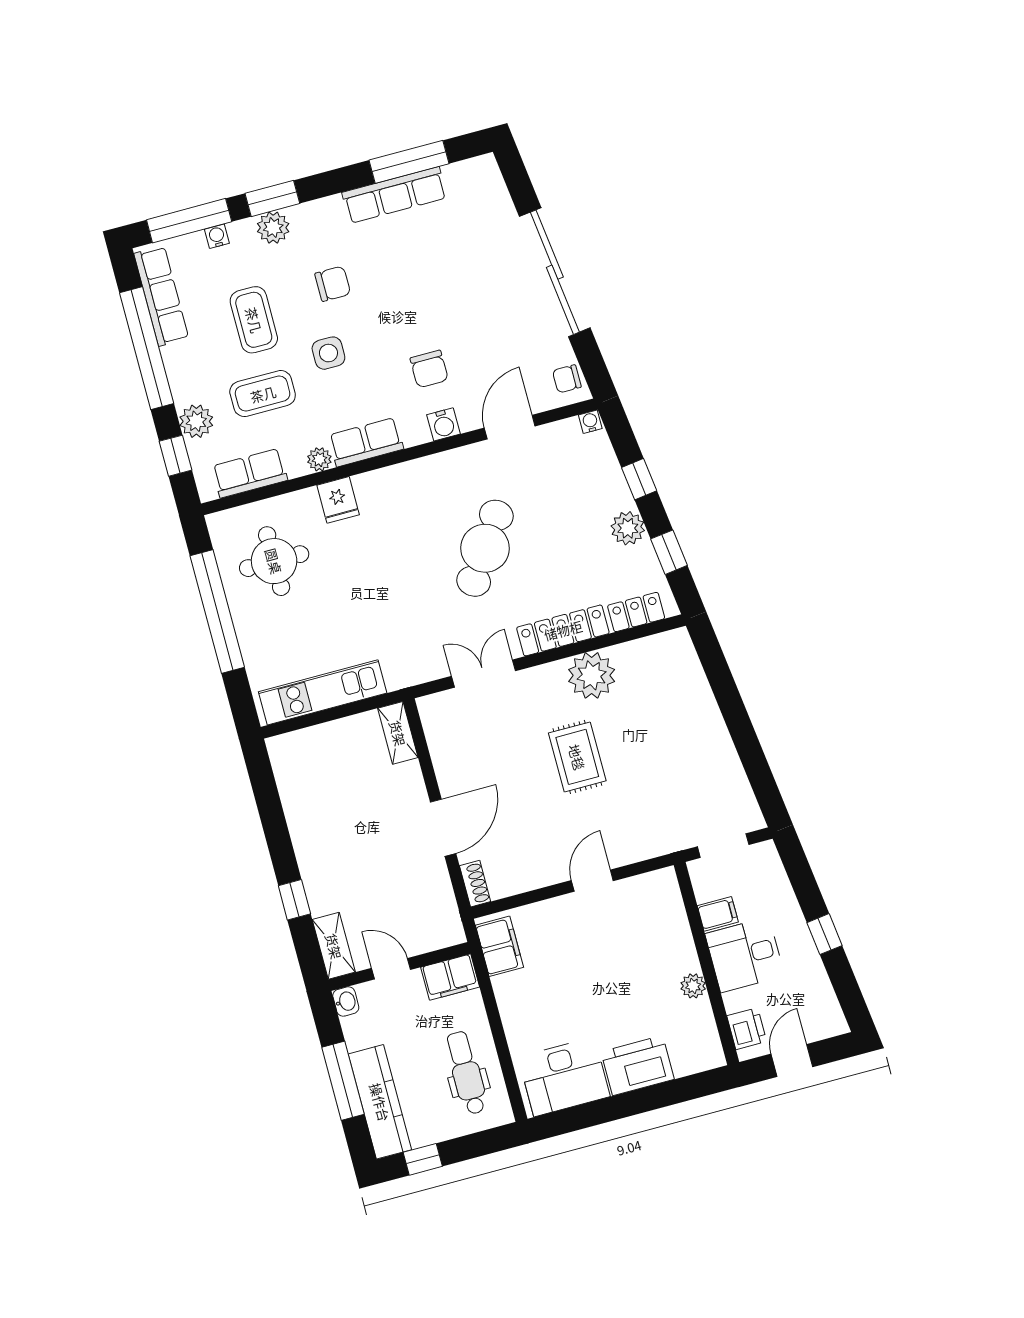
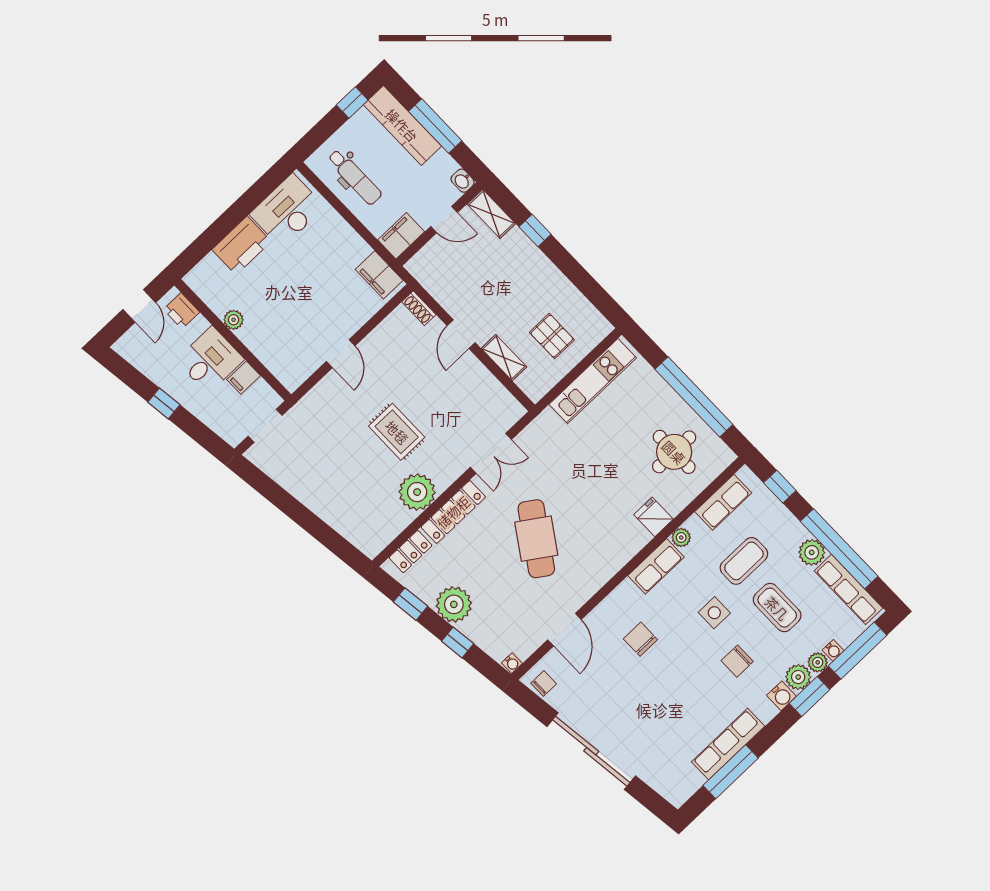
plant: (242, 232) -> (818, 662), added
plant: (196, 421) -> (812, 552), moved
water cooler: (443, 424) -> (781, 696), moved, turned 180
plant: (628, 528) -> (454, 604), width x1.36, depth x1.36
shelving: (398, 733) -> (504, 358), moved
pallet: (341, 769) -> (552, 336), added
door: (443, 828) -> (461, 334), width x0.73

